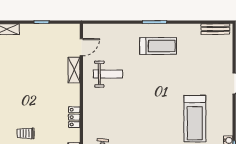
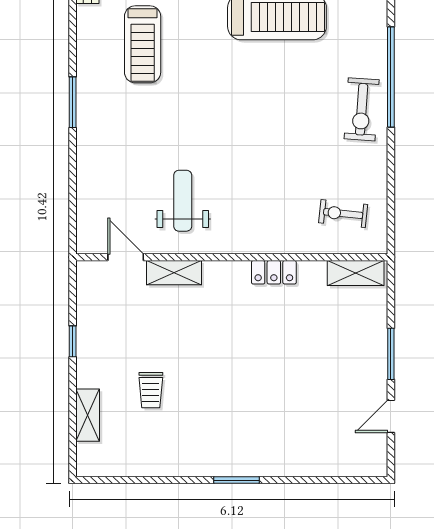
treadmill: (158, 46) -> (143, 44), moved, turned 180
trolley: (26, 133) -> (151, 390), moved

